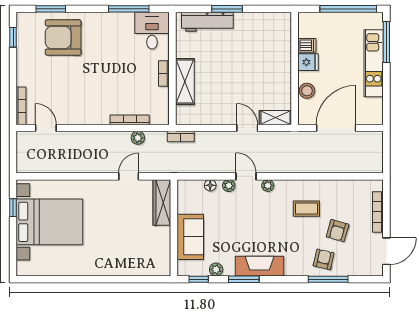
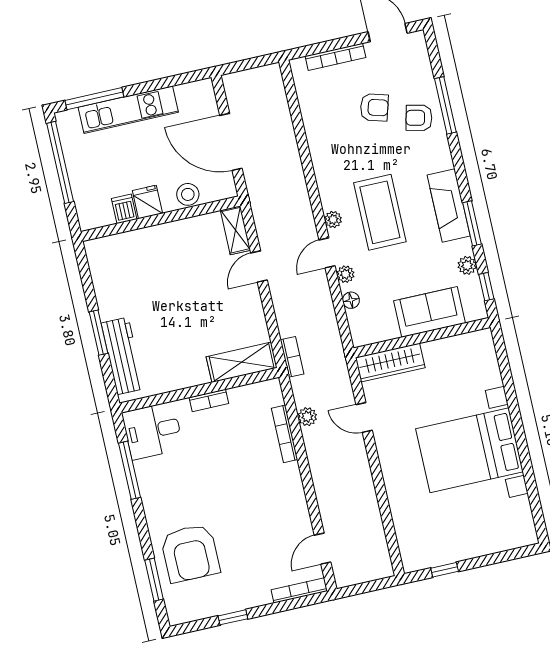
window: (13, 37) -> (233, 617), moved
shelving: (185, 82) -> (242, 362), moved
coffee table: (306, 209) -> (380, 212), moved, width x1.86, depth x1.72
bed with nightstands: (49, 222) -> (470, 450), moved, turned -90

